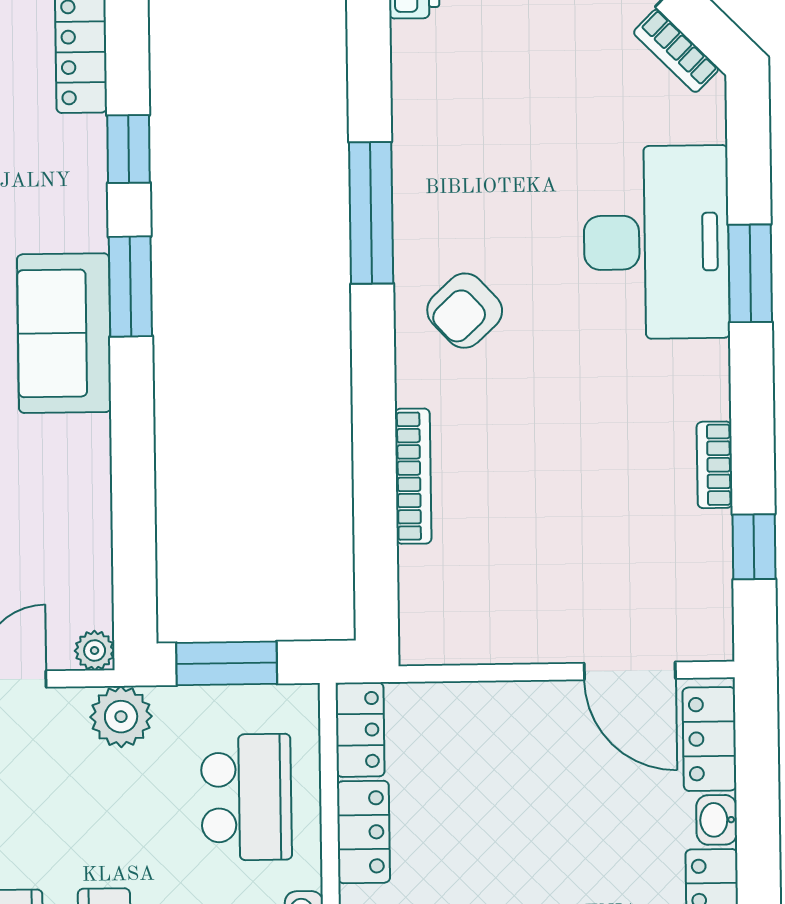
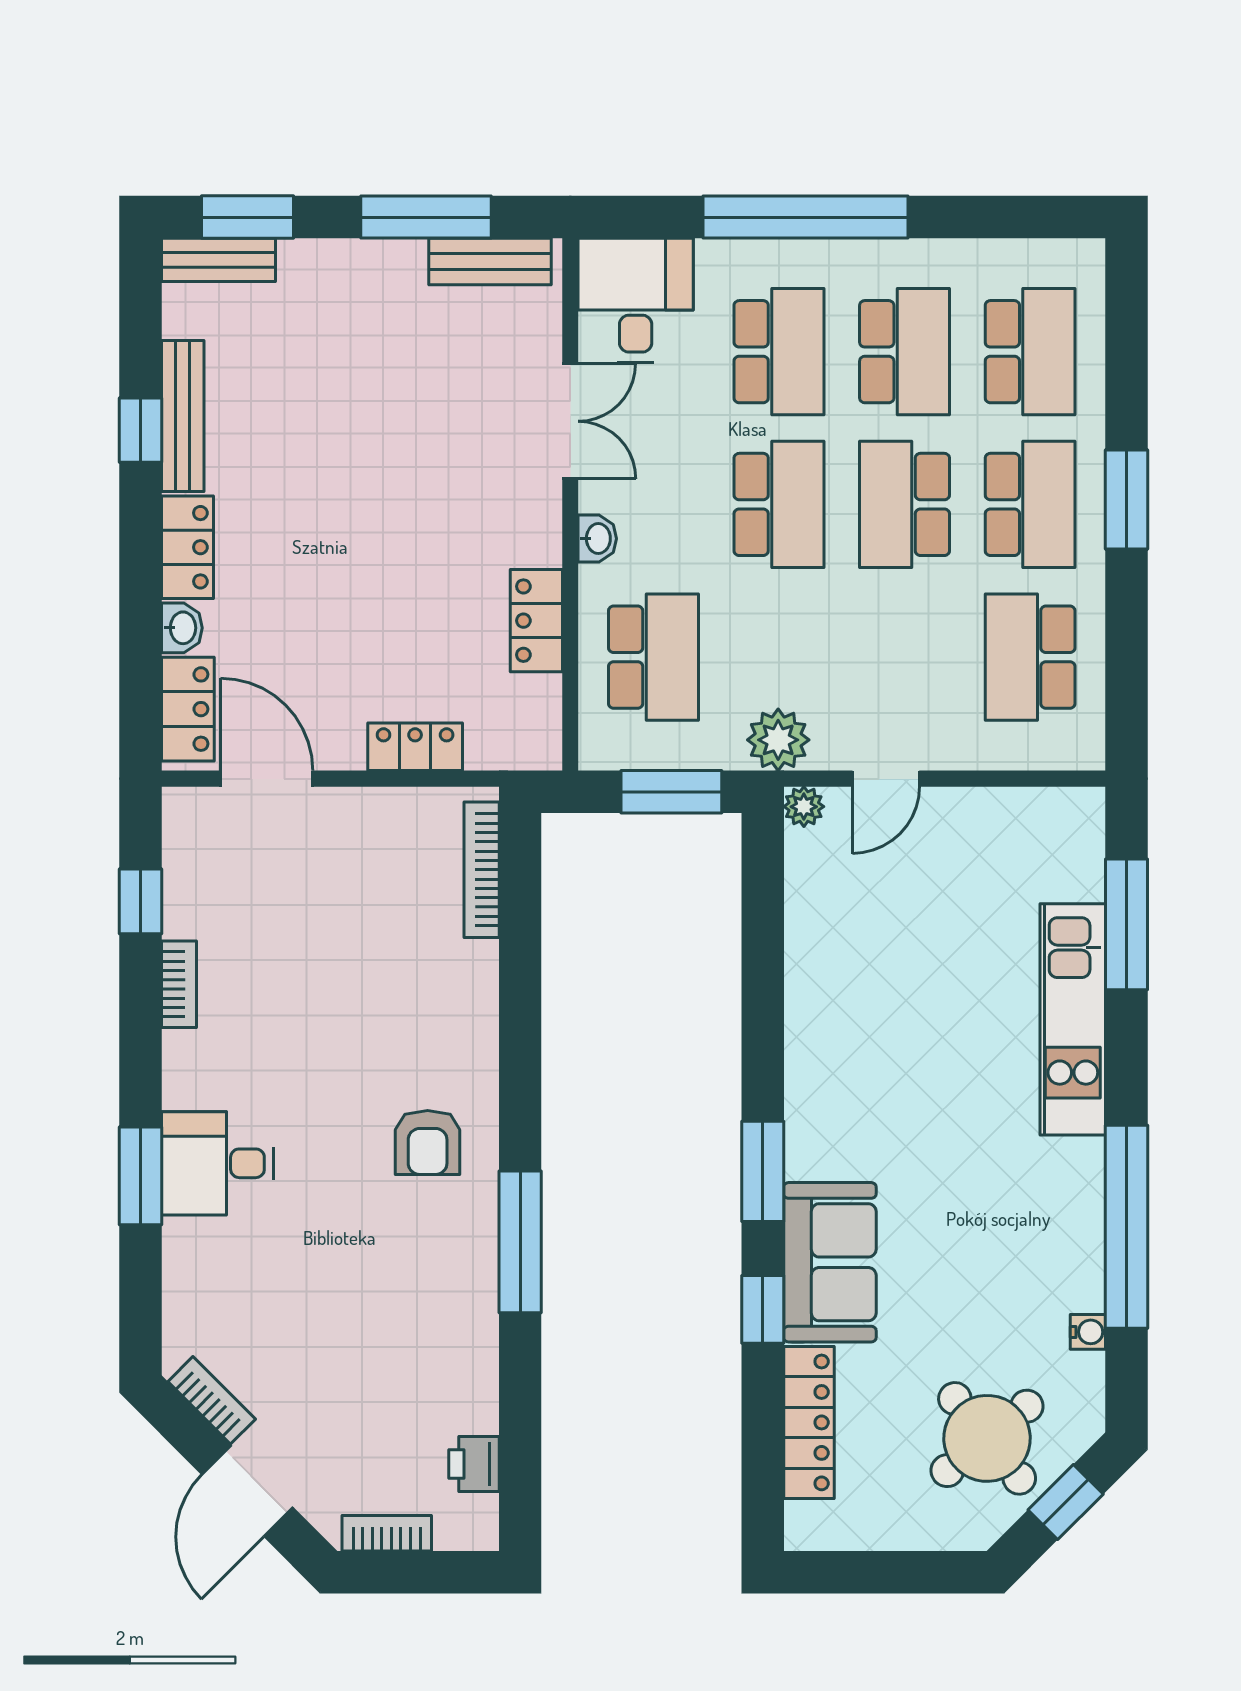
desk: (656, 242) -> (217, 1163), width x0.53, depth x0.77
armchair: (465, 311) -> (428, 1142), turned 133
sofa: (64, 333) -> (830, 1262), moved
bookcase: (413, 476) -> (482, 870), moved
locker: (360, 730) -> (415, 747), moved, turned 90
school desk: (246, 797) -> (653, 657), turned 180

